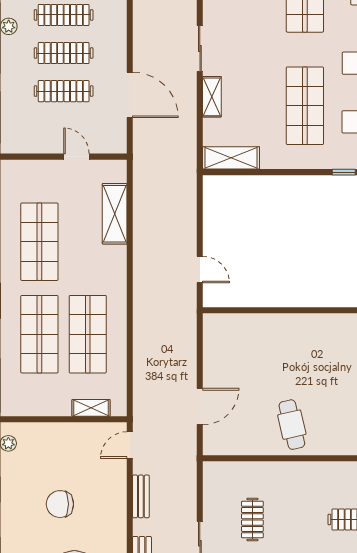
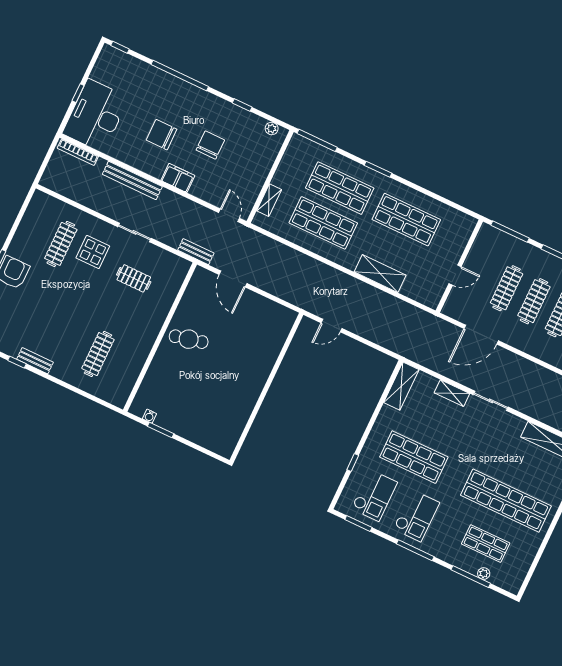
shelving: (115, 214) -> (380, 273), moved
bench: (141, 496) -> (196, 252), moved
filing cabinet: (115, 523) -> (178, 178), added

